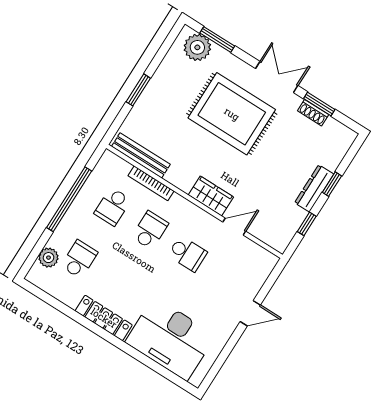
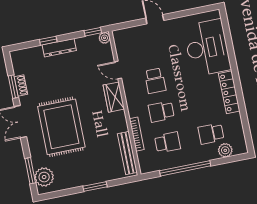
window: (307, 224) -> (93, 32), moved
plant: (280, 244) -> (104, 38), added
school desk: (187, 254) -> (155, 81), turned 180

